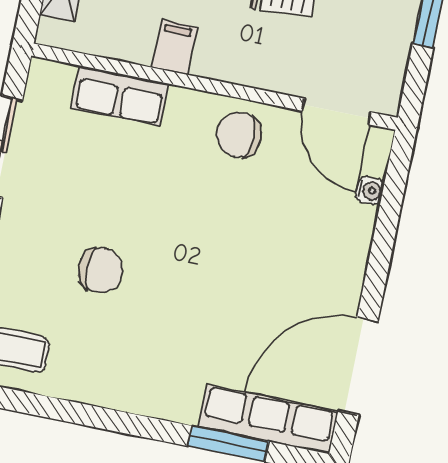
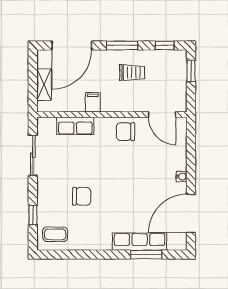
water cooler: (370, 191) -> (182, 177), moved
row of seats: (268, 419) -> (140, 242), moved

